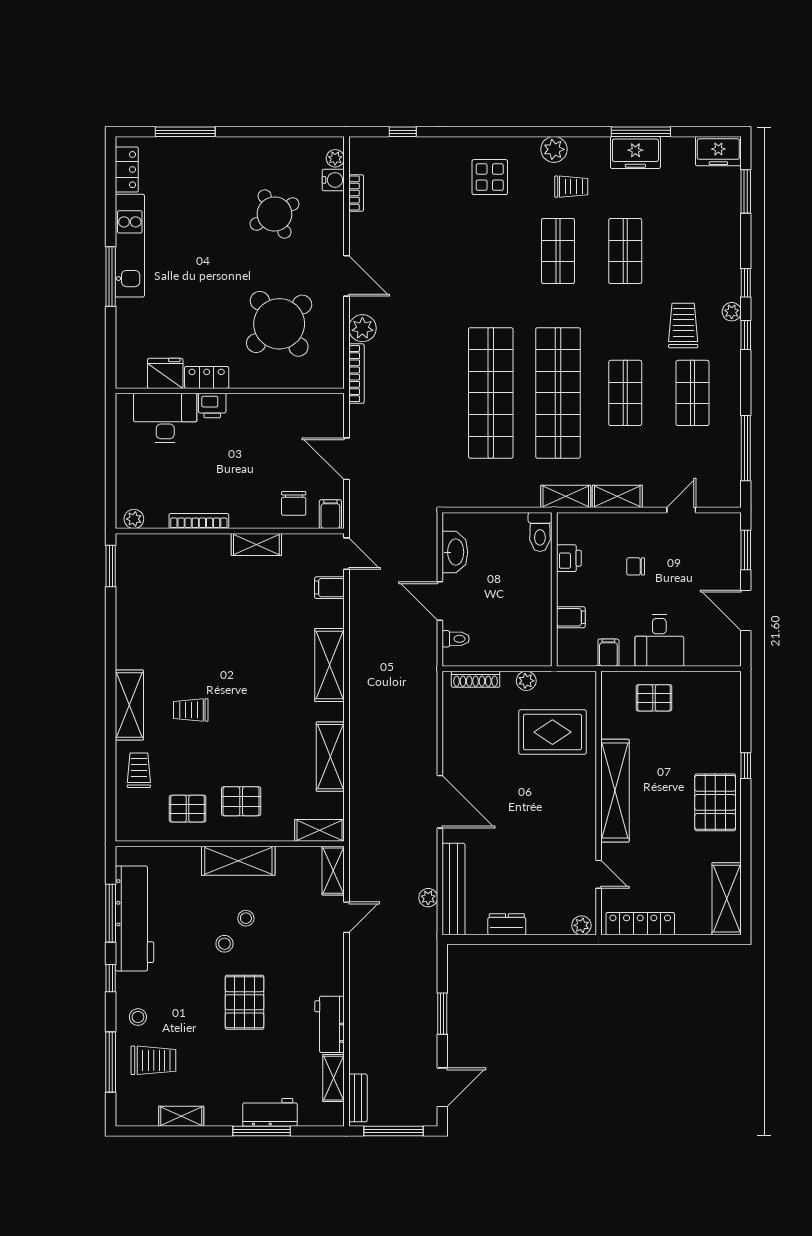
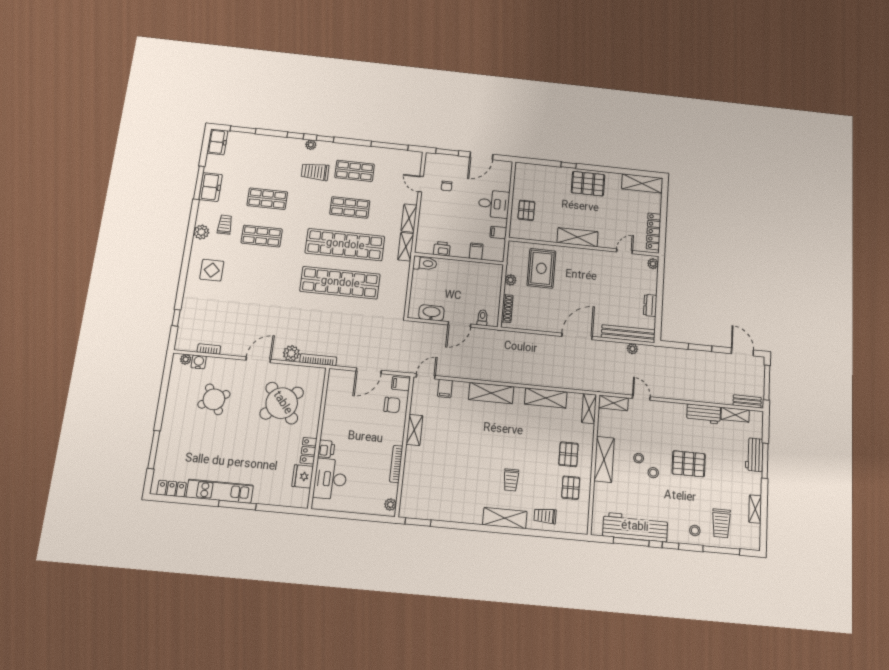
chair: (636, 566) -> (447, 186), moved
shelving: (615, 791) -> (577, 237), width x0.68
trolley: (153, 1060) -> (721, 523), turned 180

